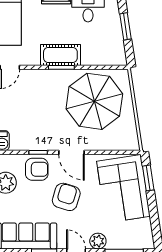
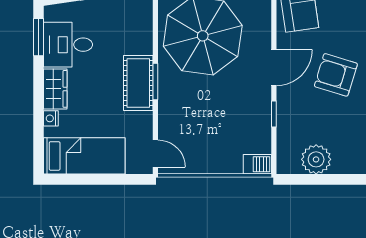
armchair: (37, 169) -> (297, 116), removed

